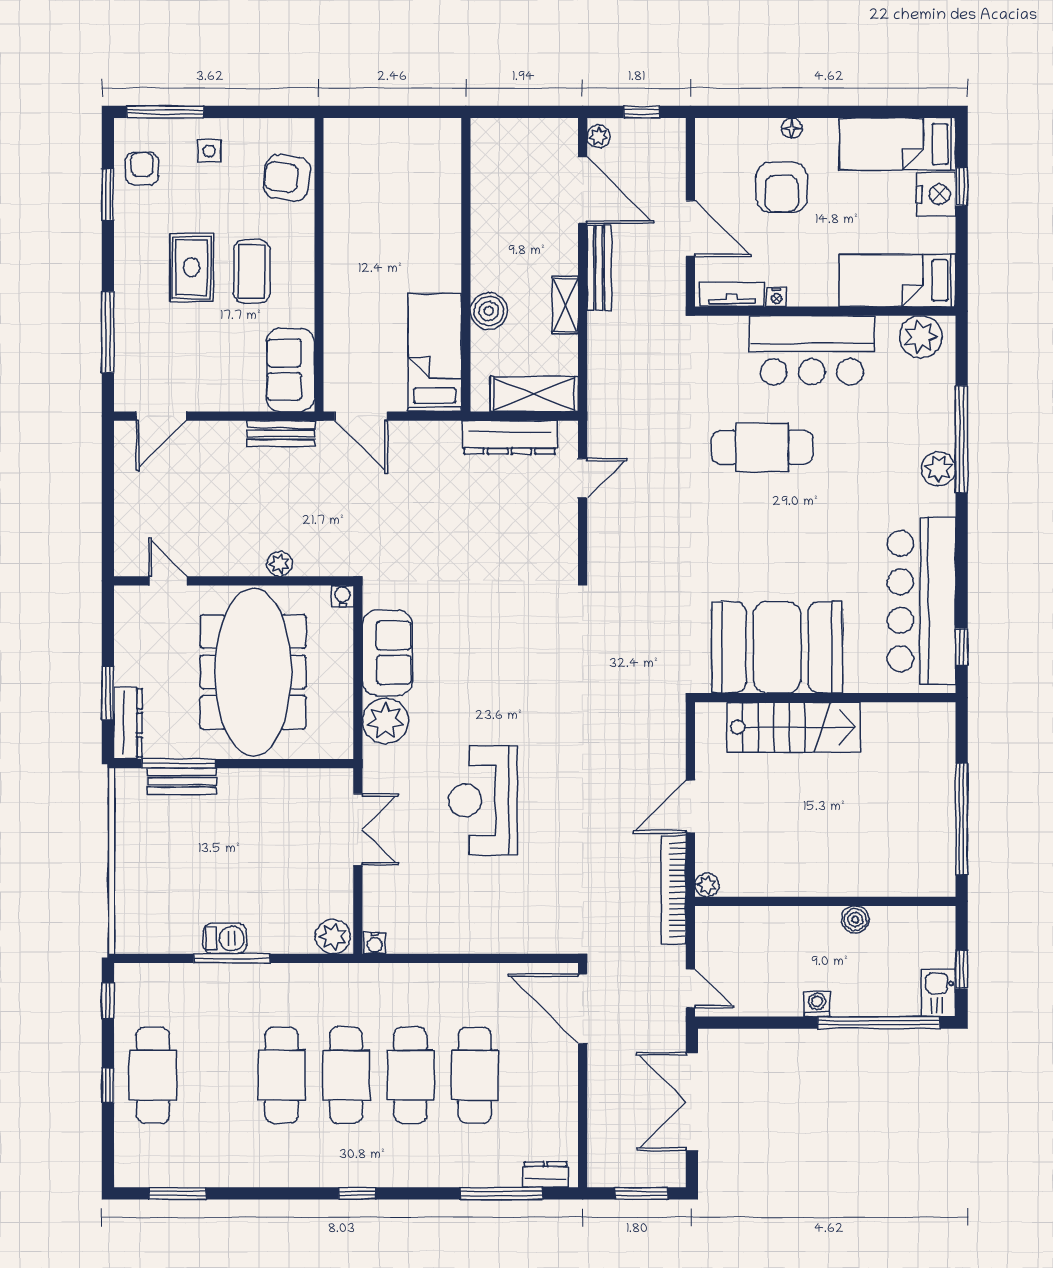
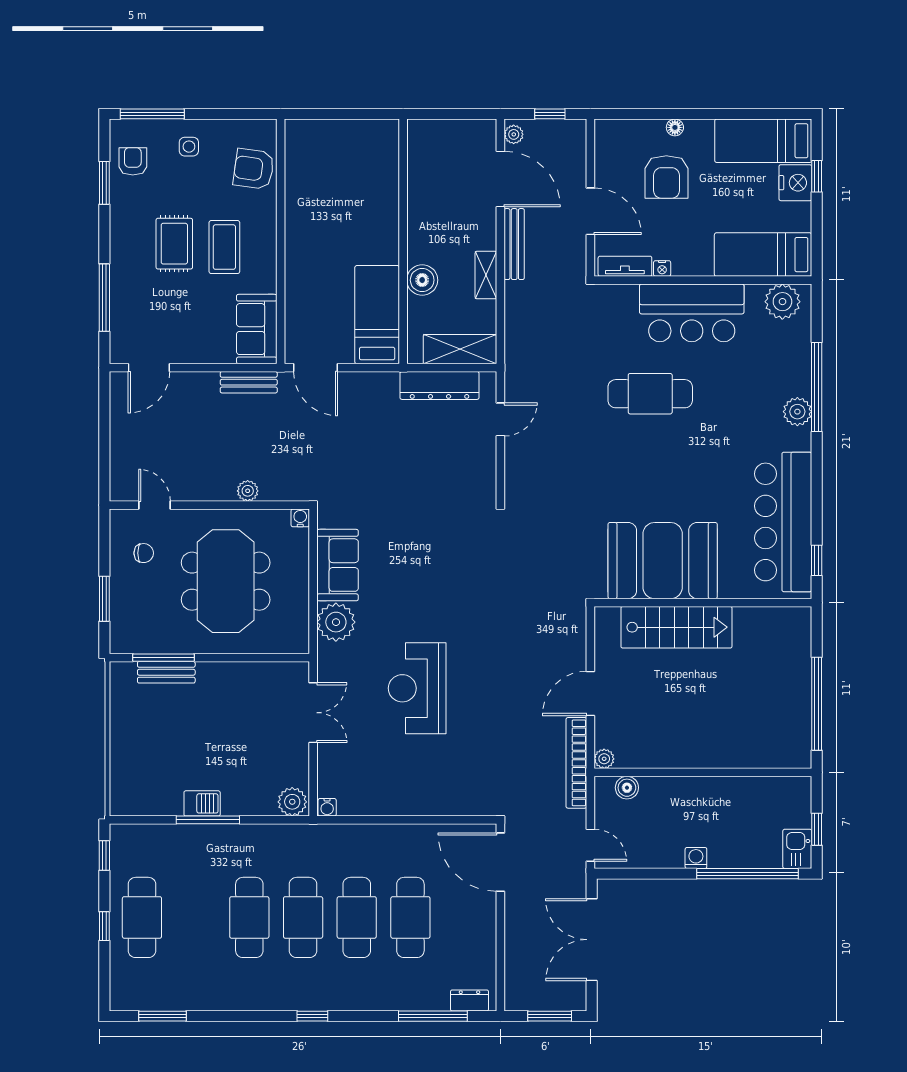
chair: (155, 638) -> (144, 553), added
meeting table: (253, 672) -> (226, 581), width x0.73
dresser: (128, 723) -> (121, 624), removed
boiler: (855, 920) -> (627, 788), moved

